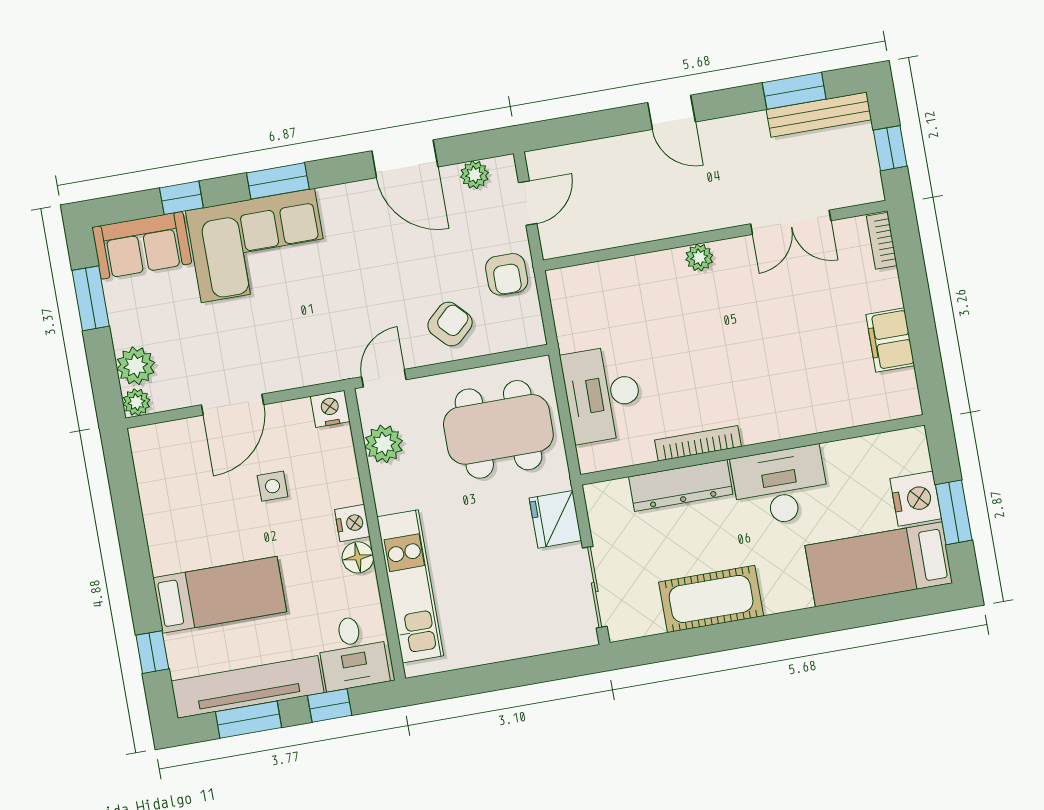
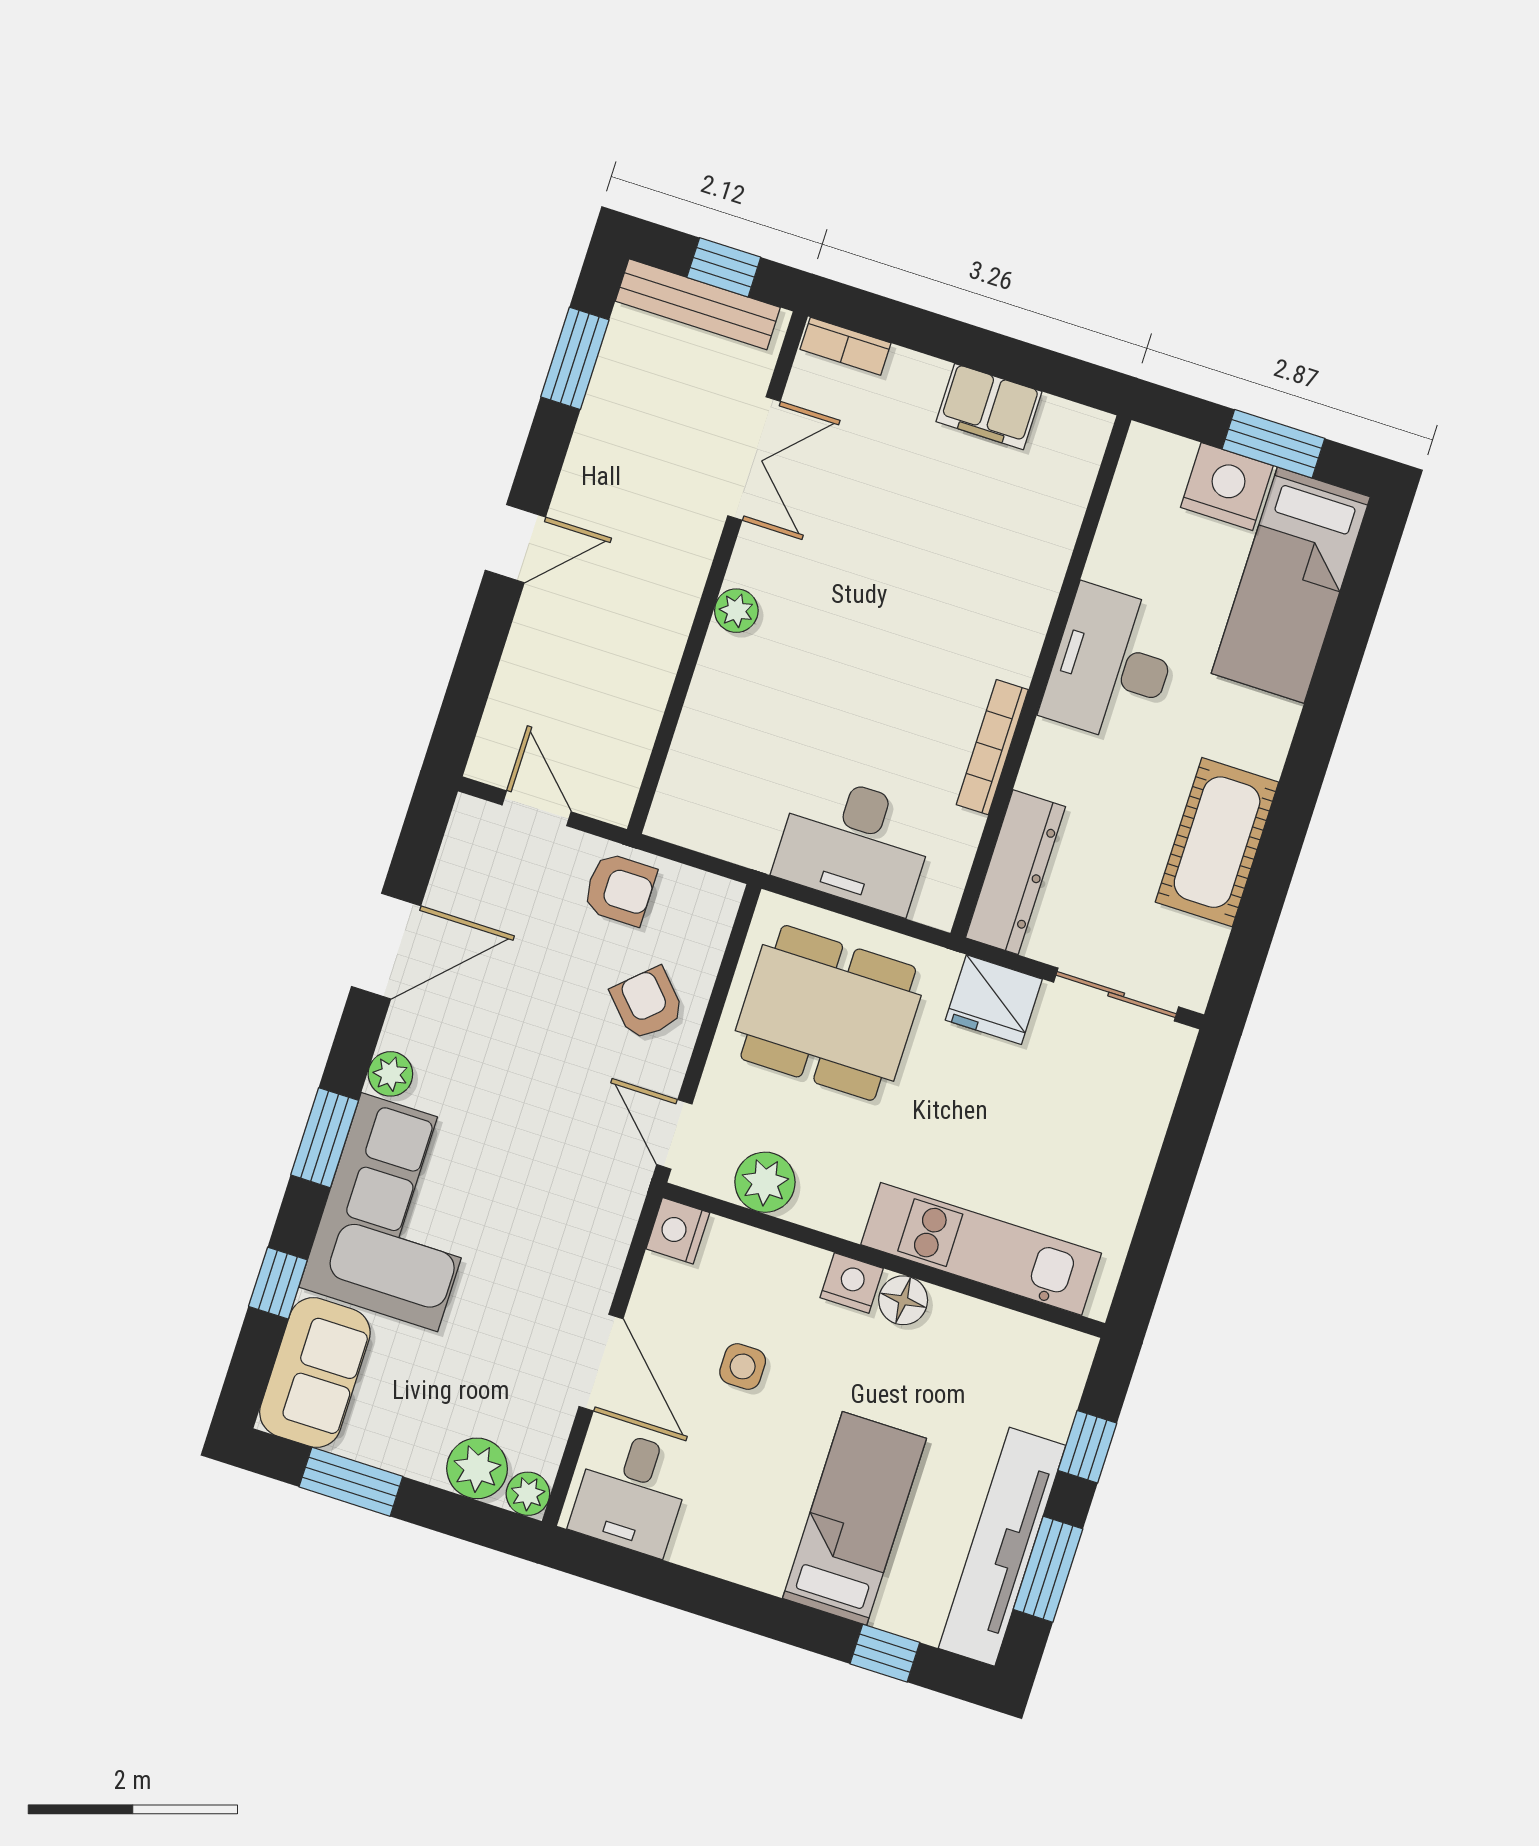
bench: (819, 115) -> (698, 304), moved, turned 90
plant: (474, 175) -> (390, 1074), moved
dining table: (498, 429) -> (828, 1013), turned 90
dresser: (681, 485) -> (1016, 872), moved
desk: (353, 652) -> (631, 1493), moved, turned 90

